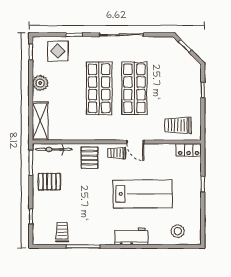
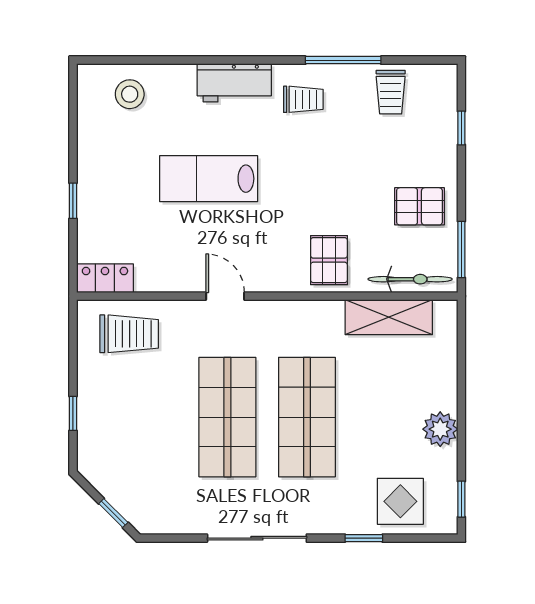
shelving: (40, 121) -> (389, 317), moved, turned 90
trolley: (117, 153) -> (303, 99), moved
lab bench: (143, 194) -> (209, 179), width x0.73, depth x0.72

